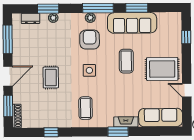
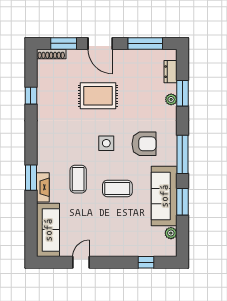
plant: (90, 18) -> (171, 233), moved
rug: (162, 69) -> (107, 232), removed
rug: (51, 77) -> (98, 96), width x1.36, depth x1.43
coffee table: (86, 108) -> (78, 179), moved, turned 90

